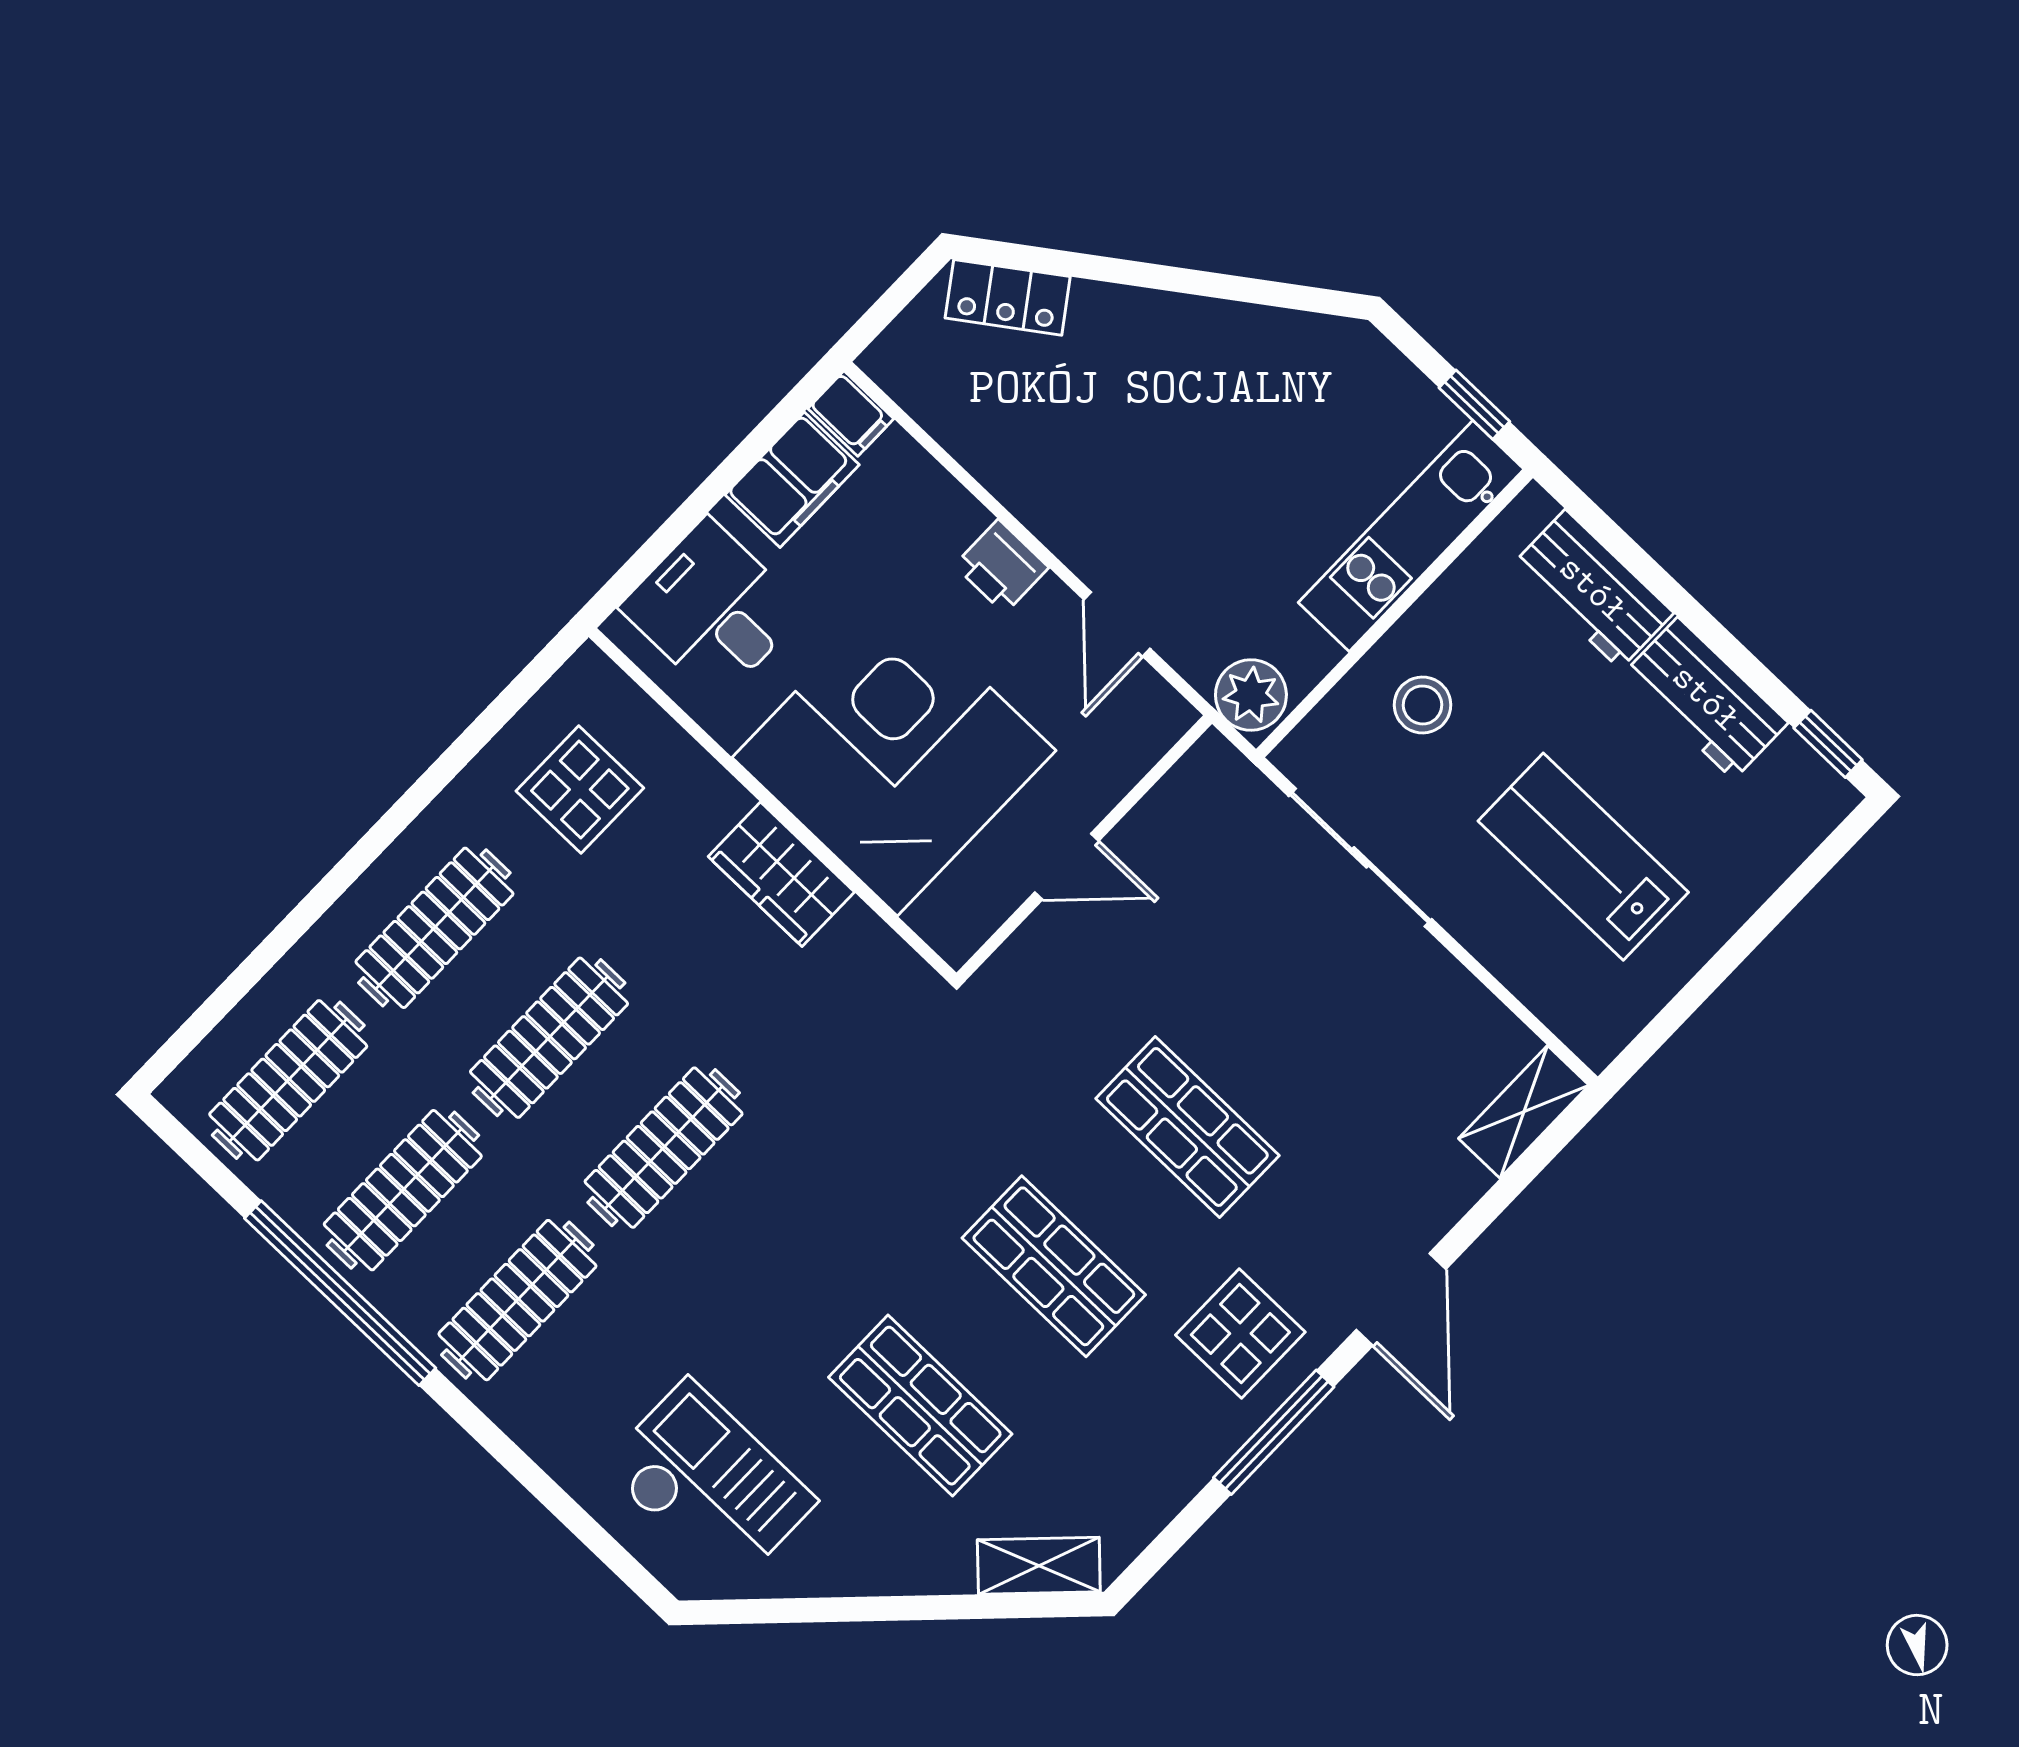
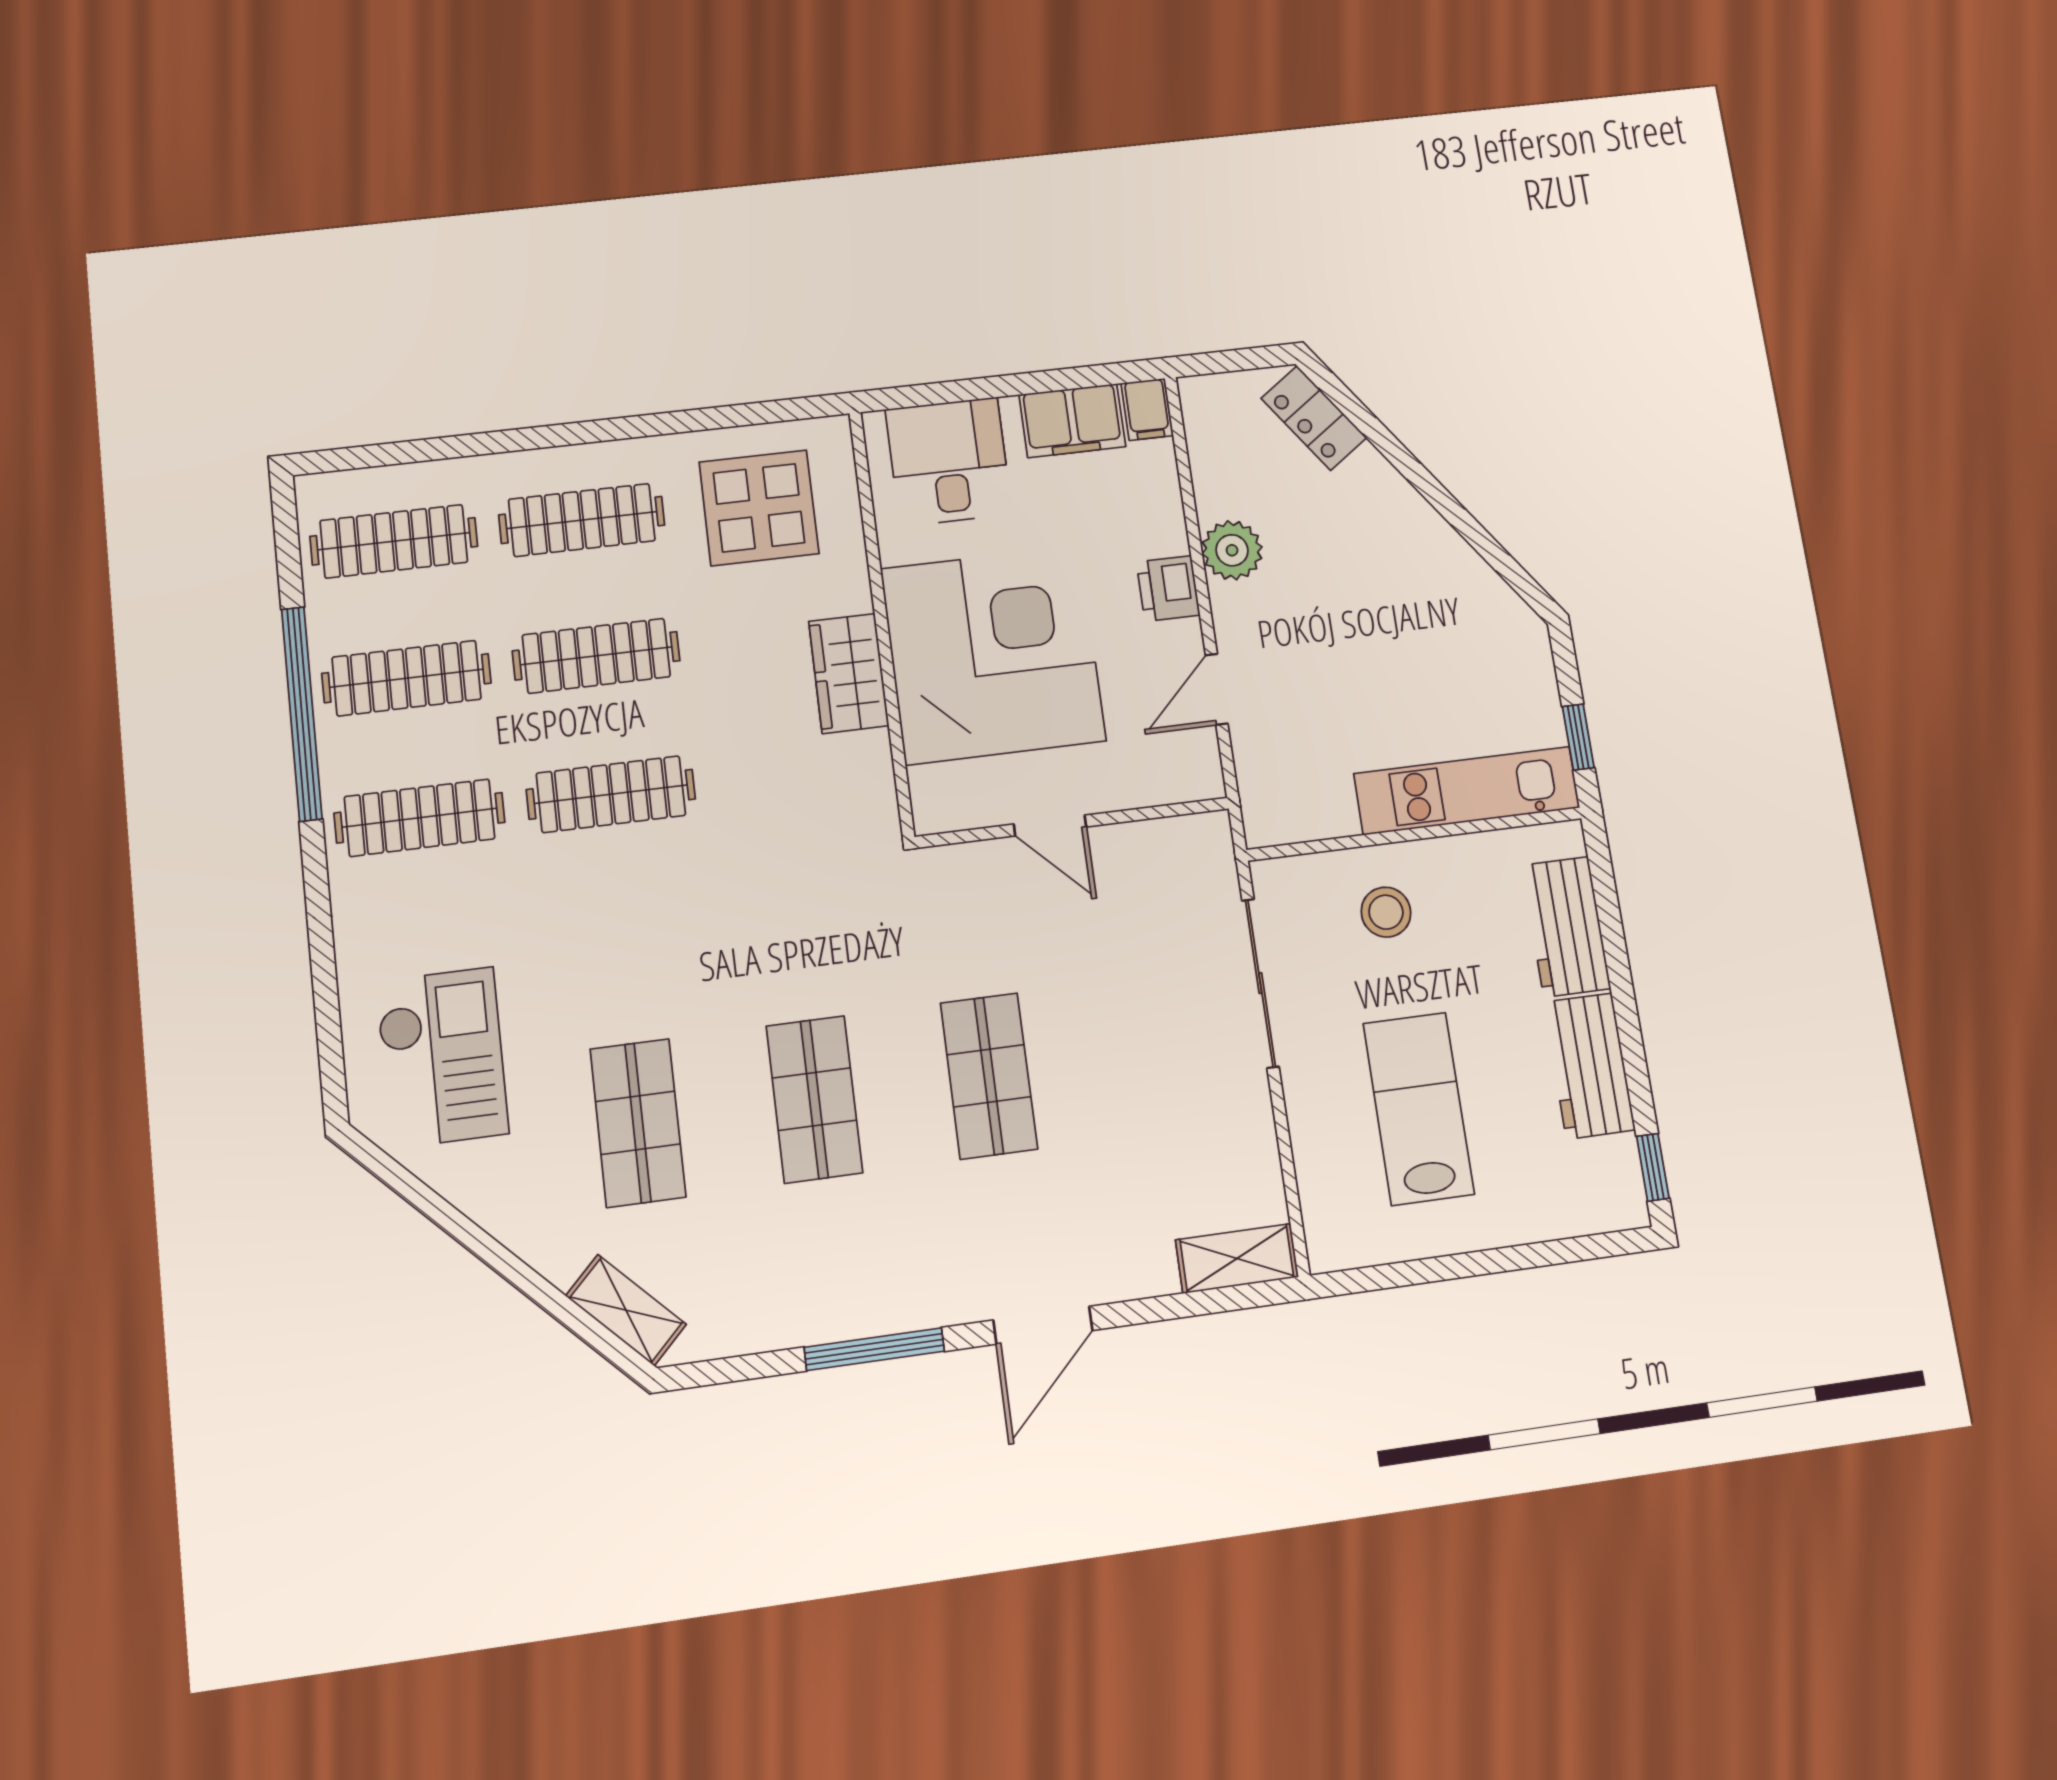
plant: (1251, 695) -> (1232, 550), moved
display table: (580, 790) -> (759, 508), width x1.36, depth x1.36
display table: (1240, 1334) -> (908, 1256), removed

